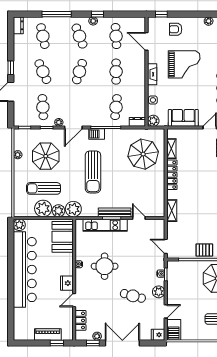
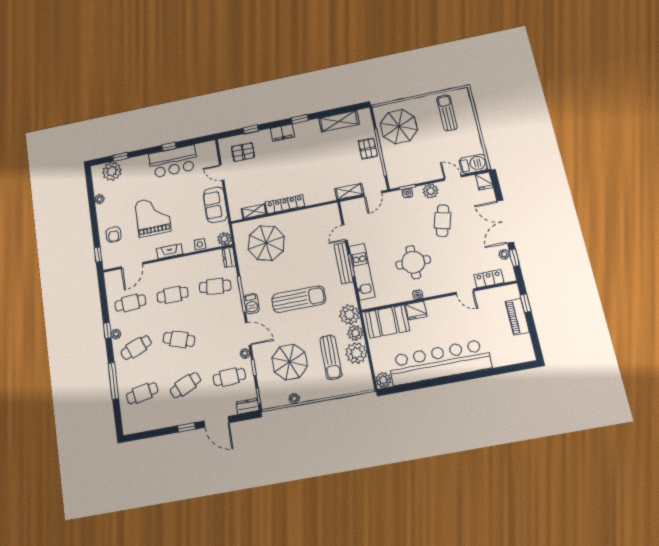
dresser: (18, 25) -> (248, 406), moved
shelving: (172, 211) -> (349, 191), moved
fridge: (67, 283) -> (416, 311), moved

